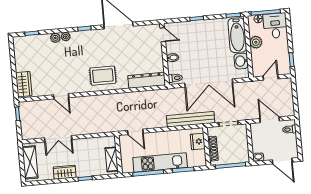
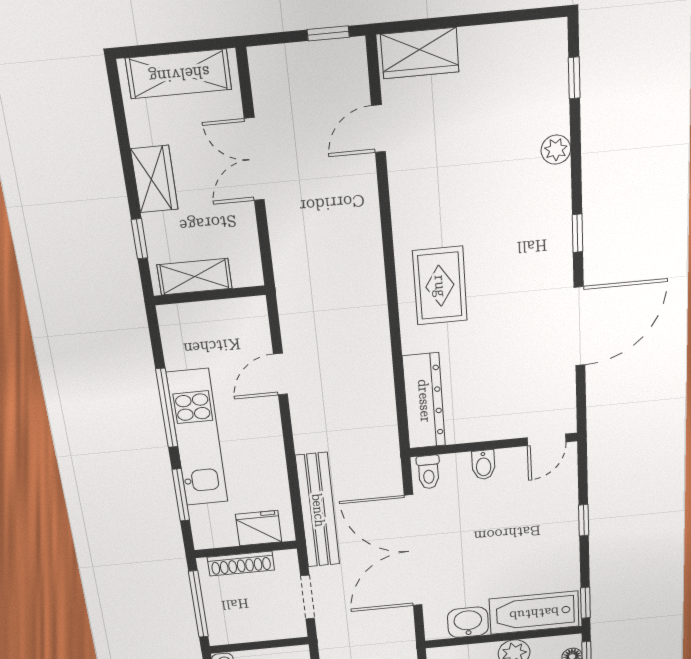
plant: (66, 37) -> (558, 180), removed
door: (61, 96) -> (378, 129), moved
wall: (118, 154) -> (210, 295), moved
shelving: (112, 159) -> (194, 277), moved

